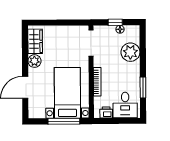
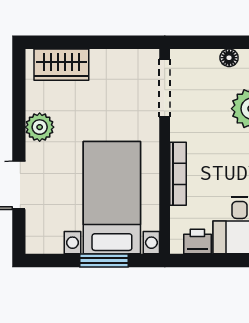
window: (115, 22) -> (219, 42), removed
wardrobe: (35, 41) -> (61, 65), moved, turned 90
window: (64, 121) -> (104, 260), width x0.69

